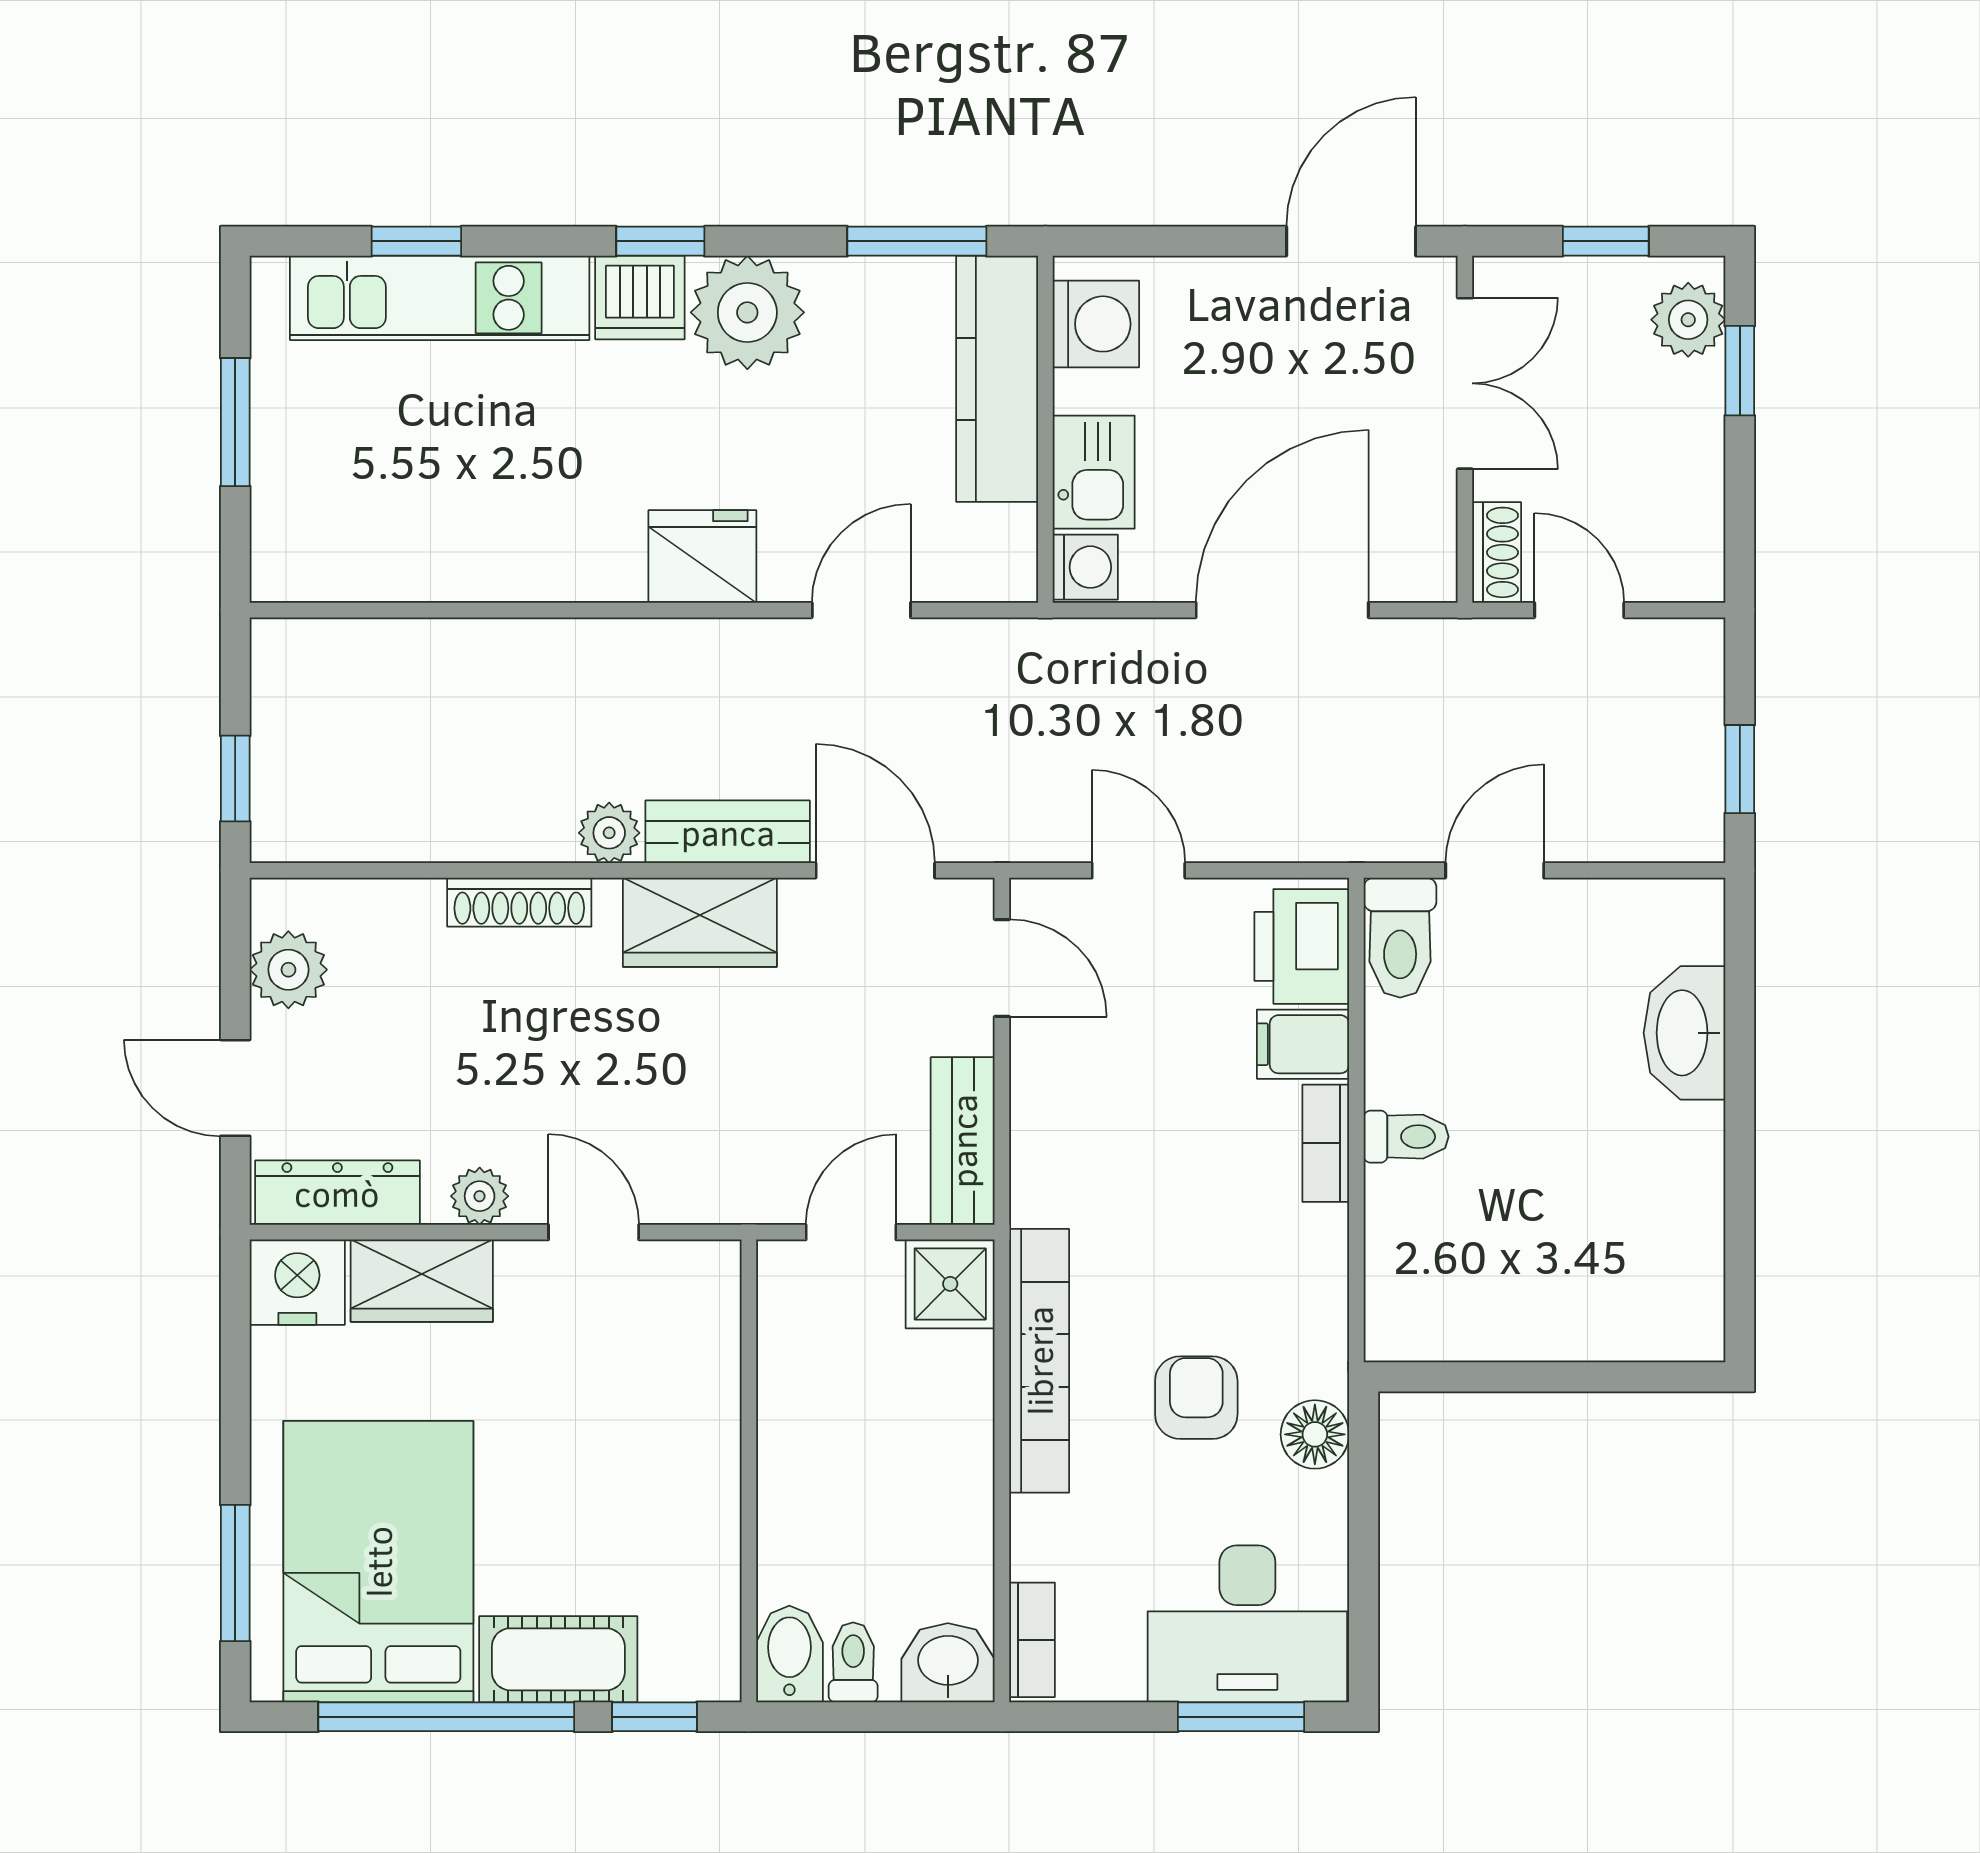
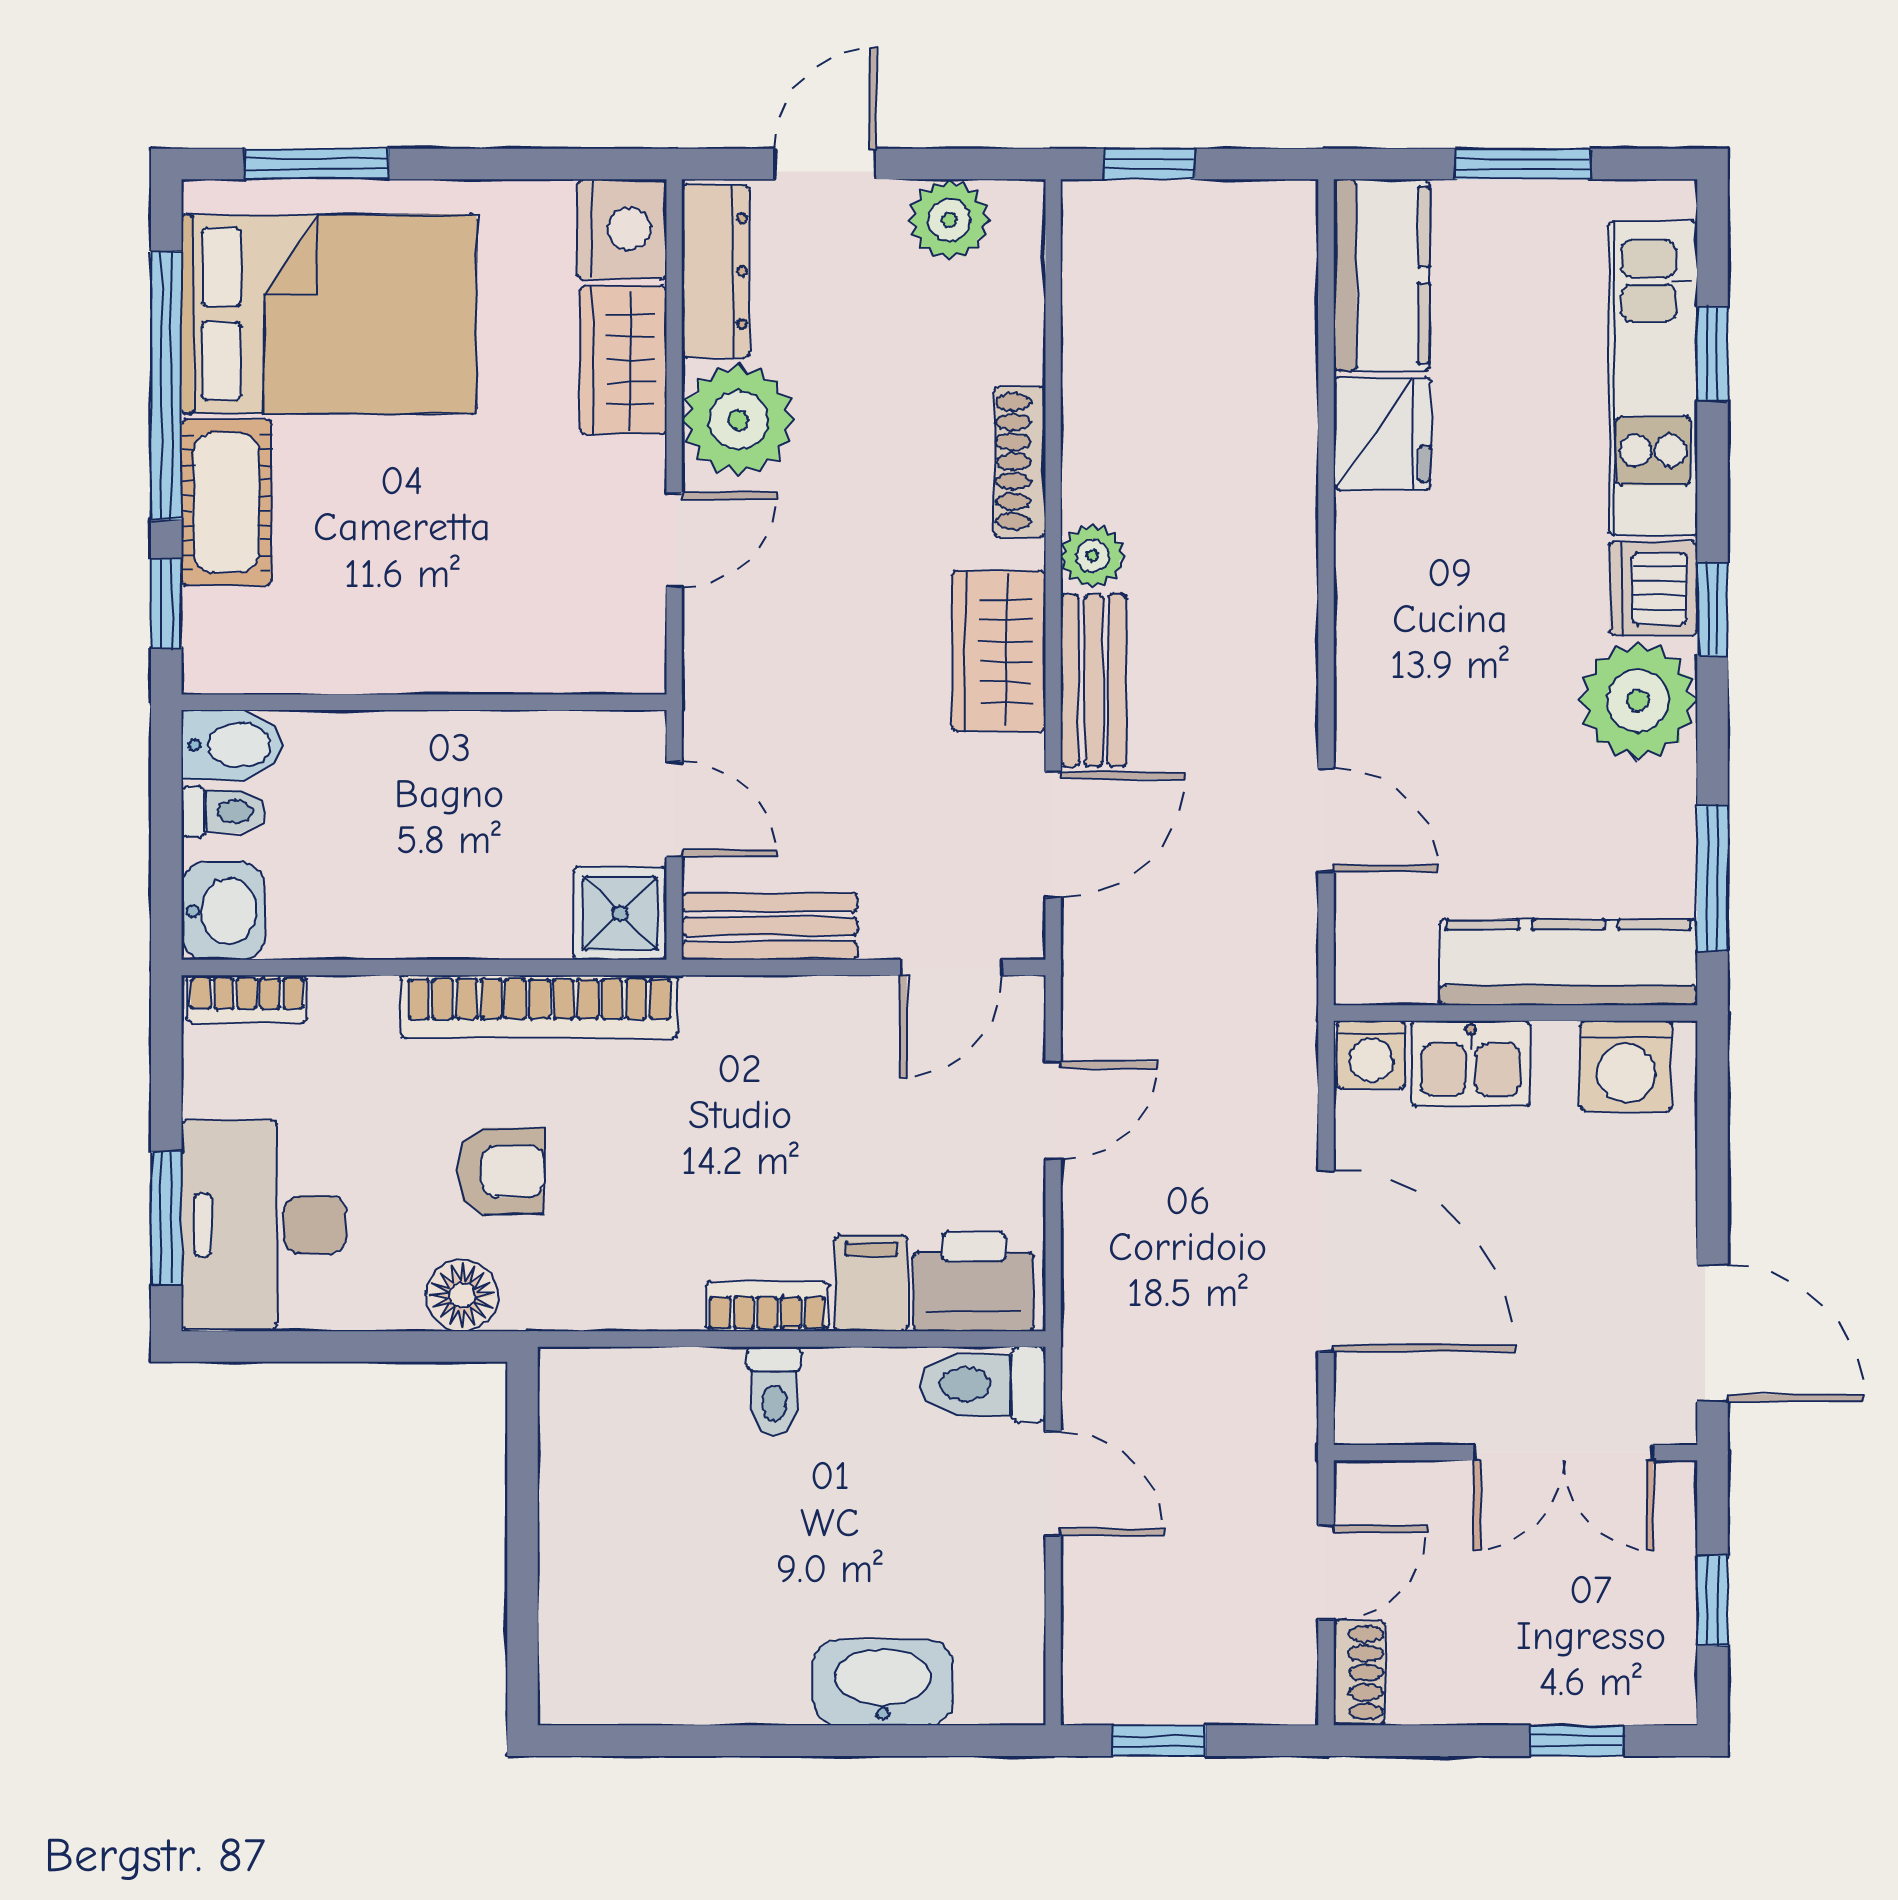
plant: (1688, 320) -> (1630, 1687), removed
shoe rack: (1497, 552) -> (1359, 1673), moved, turned -90
fridge: (702, 556) -> (1382, 434), moved
kitchen counter: (341, 557) -> (1382, 275), added
plant: (480, 1196) -> (738, 420), width x1.87, depth x1.87

